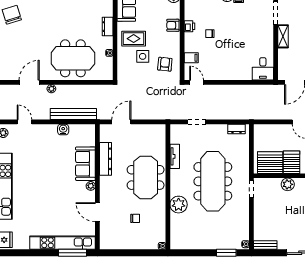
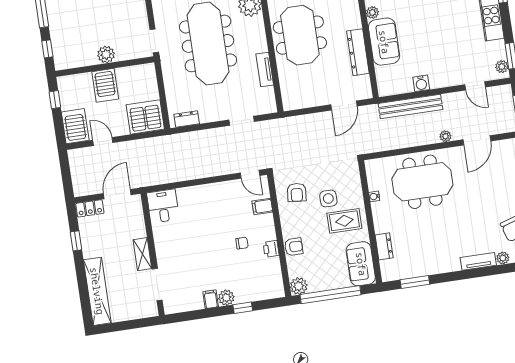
dresser: (108, 27) -> (384, 246), moved
server rack: (270, 163) -> (145, 117), moved, turned 180

